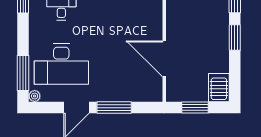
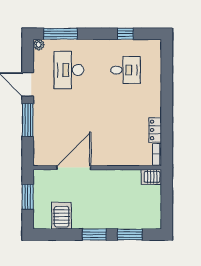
desk: (61, 64) -> (69, 70), width x0.73, depth x0.77
server rack: (219, 88) -> (62, 216), moved, turned -90

